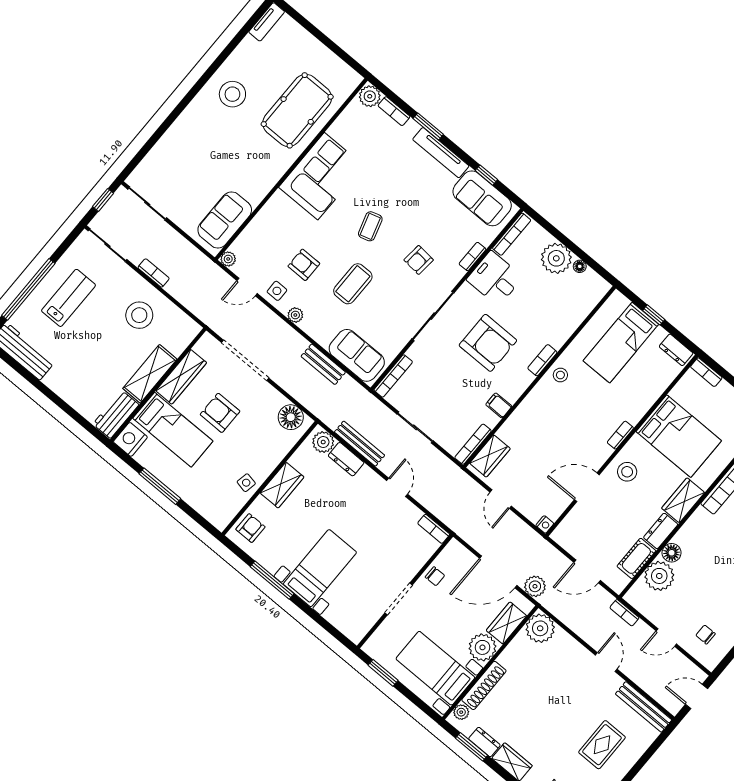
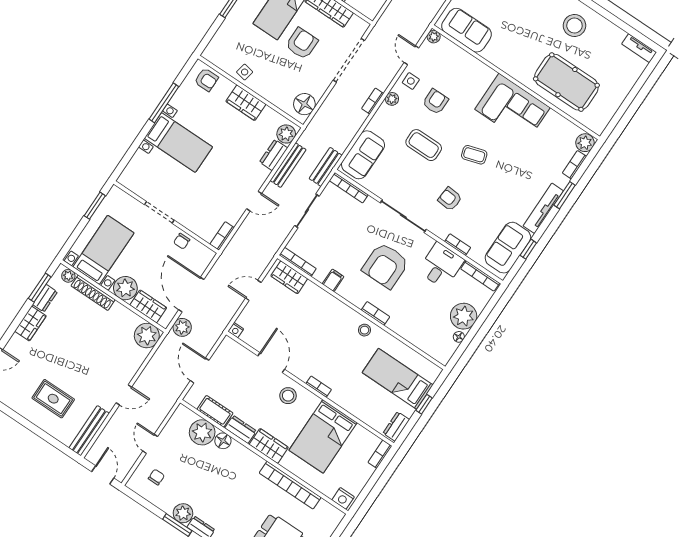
bench: (323, 364) -> (326, 167), moved
bookcase: (624, 613) -> (373, 101), moved

